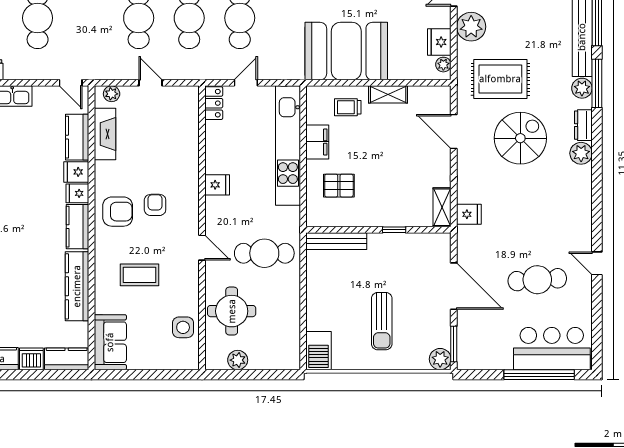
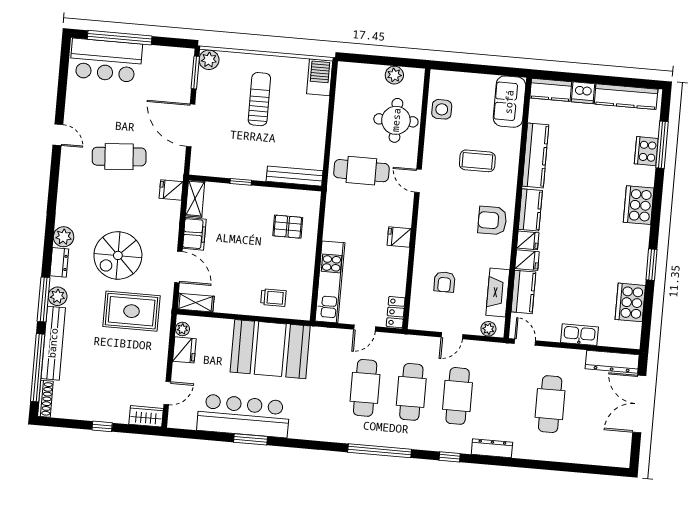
plant: (471, 27) -> (154, 361), removed
door: (151, 83) -> (452, 336), hinge flipped
shelving: (388, 94) -> (196, 303), moved
filing cabinet: (317, 142) -> (194, 234), moved, turned 180
kitchen unit: (288, 146) -> (330, 282), width x0.73
armchair: (155, 205) -> (444, 282), moved
cafe table: (537, 280) -> (119, 157), moved

